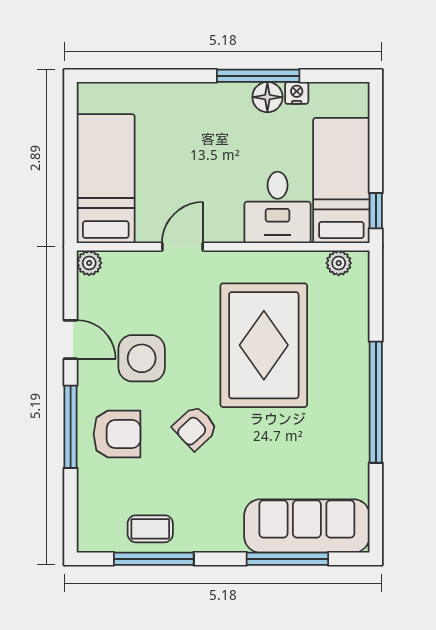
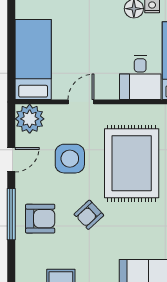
plant: (89, 263) -> (30, 119), width x1.87, depth x1.87
door: (71, 339) -> (11, 160), hinge flipped
side table: (142, 358) -> (70, 159), moved

